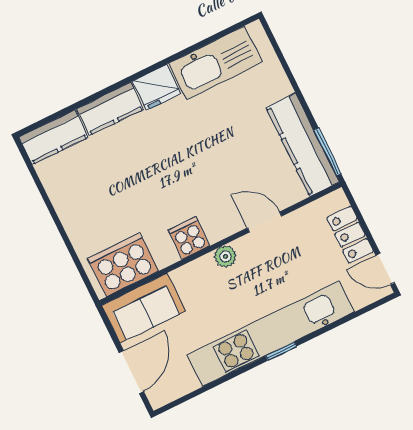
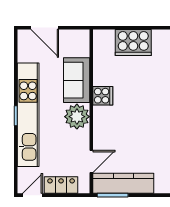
door: (265, 222) -> (91, 162), moved
plant: (225, 256) -> (77, 117), width x1.88, depth x1.88
cooker: (123, 265) -> (133, 43), moved, turned 90
sofa: (144, 308) -> (77, 80), moved

